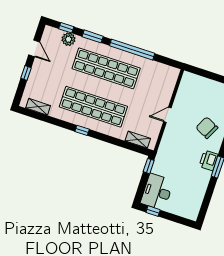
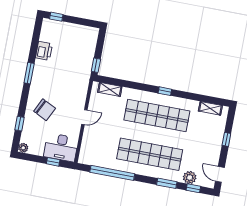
door: (34, 48) -> (220, 174), moved
window: (132, 50) -> (112, 173), moved
window: (205, 74) -> (53, 162), added
printer: (209, 160) -> (44, 51), moved
desk: (157, 192) -> (61, 147), moved, turned 90
window: (153, 211) -> (56, 17), moved

